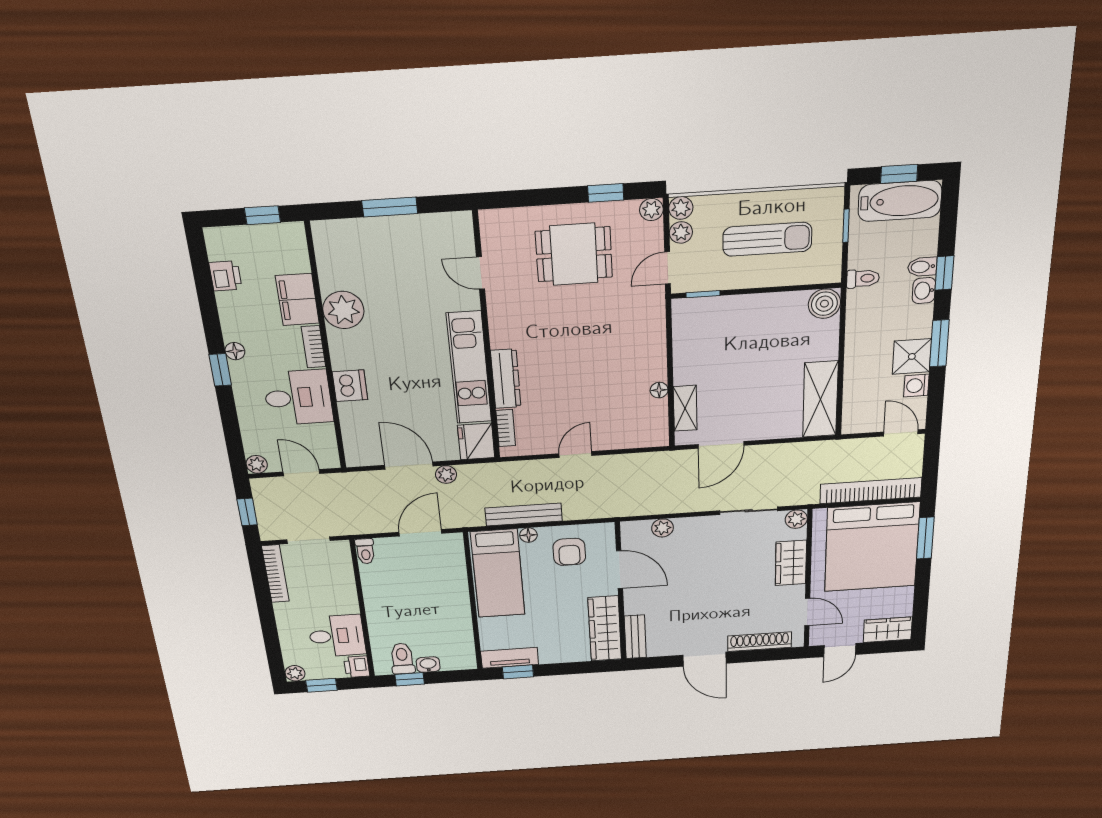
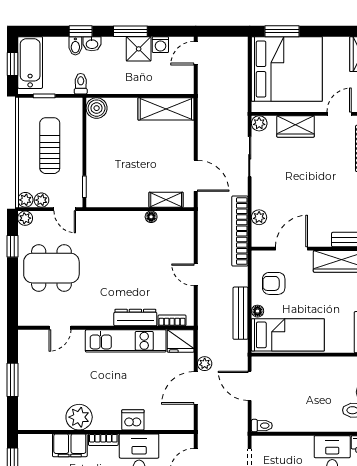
dining table: (574, 254) -> (51, 268), width x1.37
bookcase: (871, 491) -> (240, 231), moved
armchair: (569, 552) -> (274, 283), turned 180

